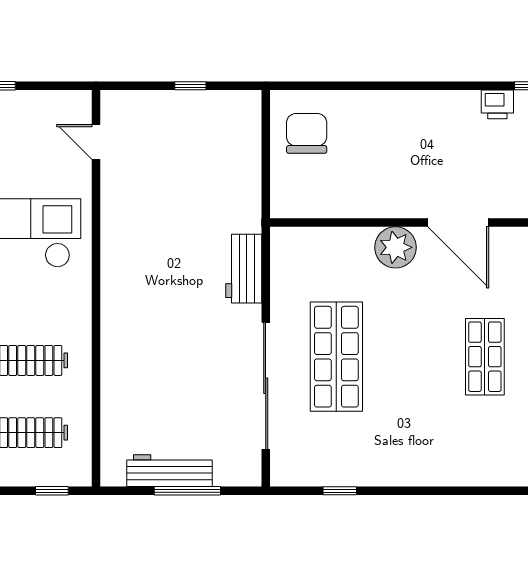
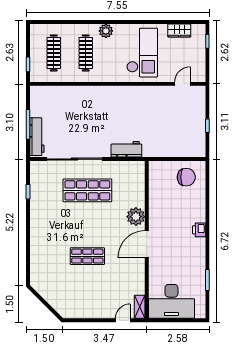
printer: (497, 104) -> (199, 230), moved
workbench: (169, 471) -> (37, 137), moved

